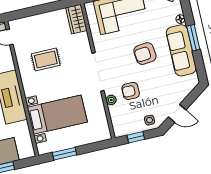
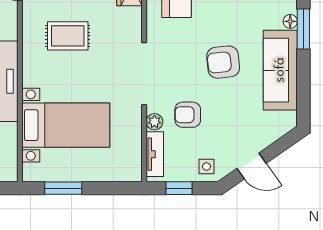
window: (193, 38) -> (303, 29), moved
tv unit: (116, 120) -> (155, 154), added

